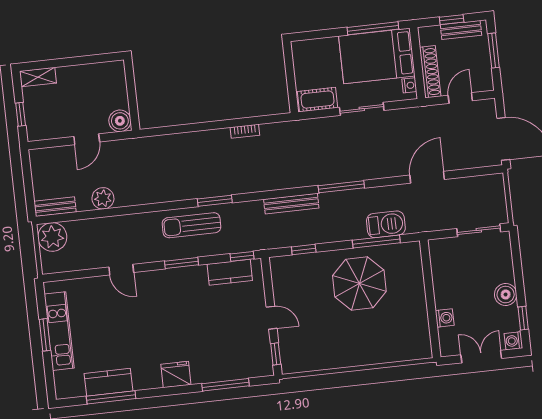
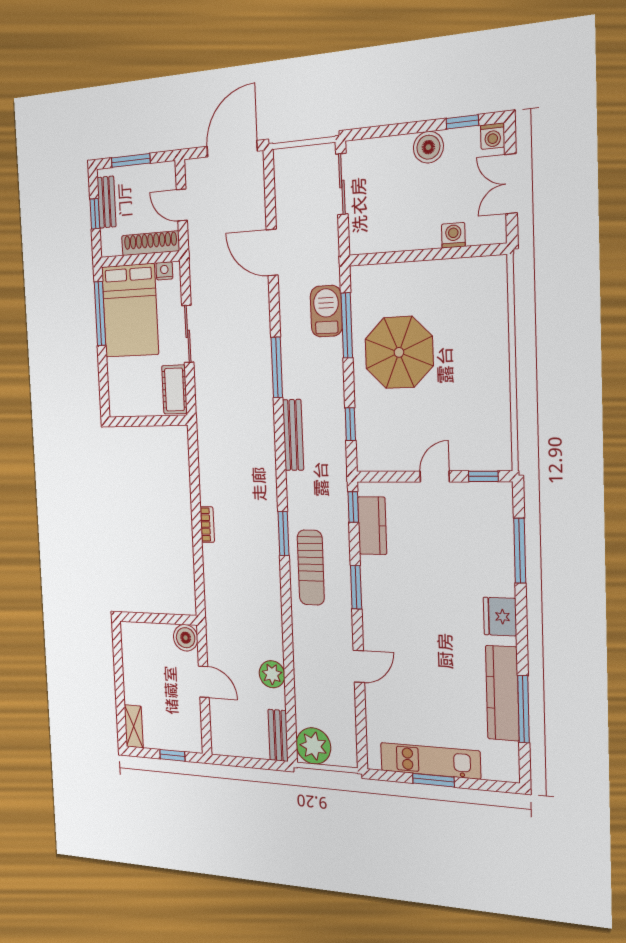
bookcase: (245, 131) -> (207, 525), moved
kitchen counter: (109, 382) -> (502, 693), width x1.50

